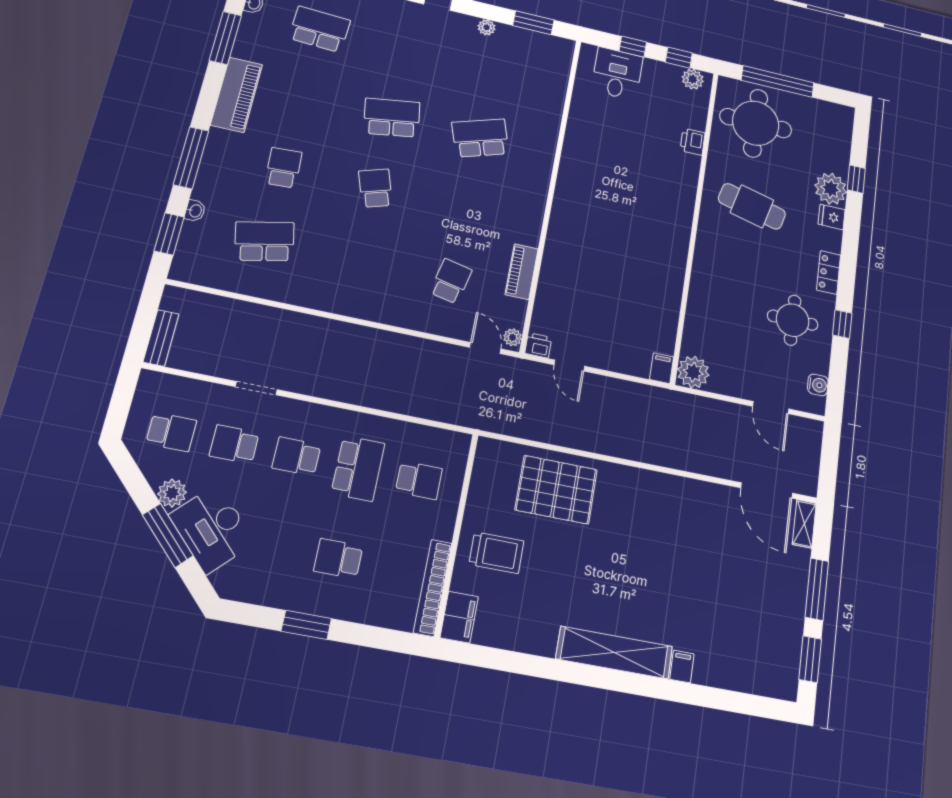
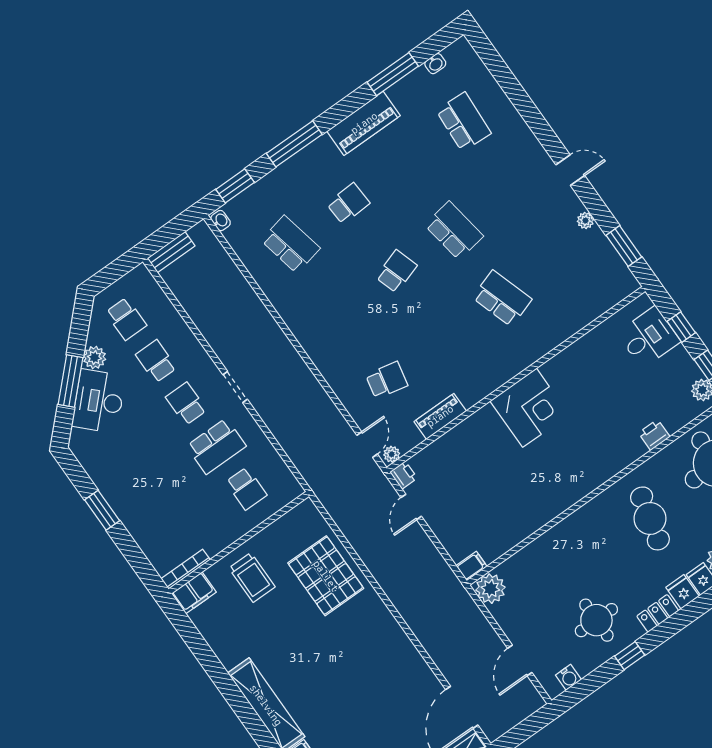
corner desk: (583, 203) -> (529, 408), added
washbasin: (195, 211) -> (221, 221), moved, turned -90
fridge: (829, 239) -> (683, 592), added
doorway: (256, 388) -> (235, 387), moved
school desk: (338, 559) -> (155, 489), removed
bookcase: (433, 588) -> (186, 569), width x0.68, depth x0.76

